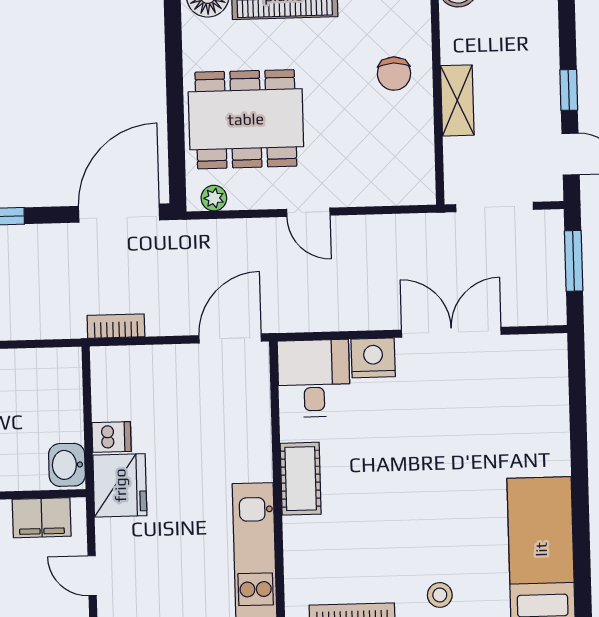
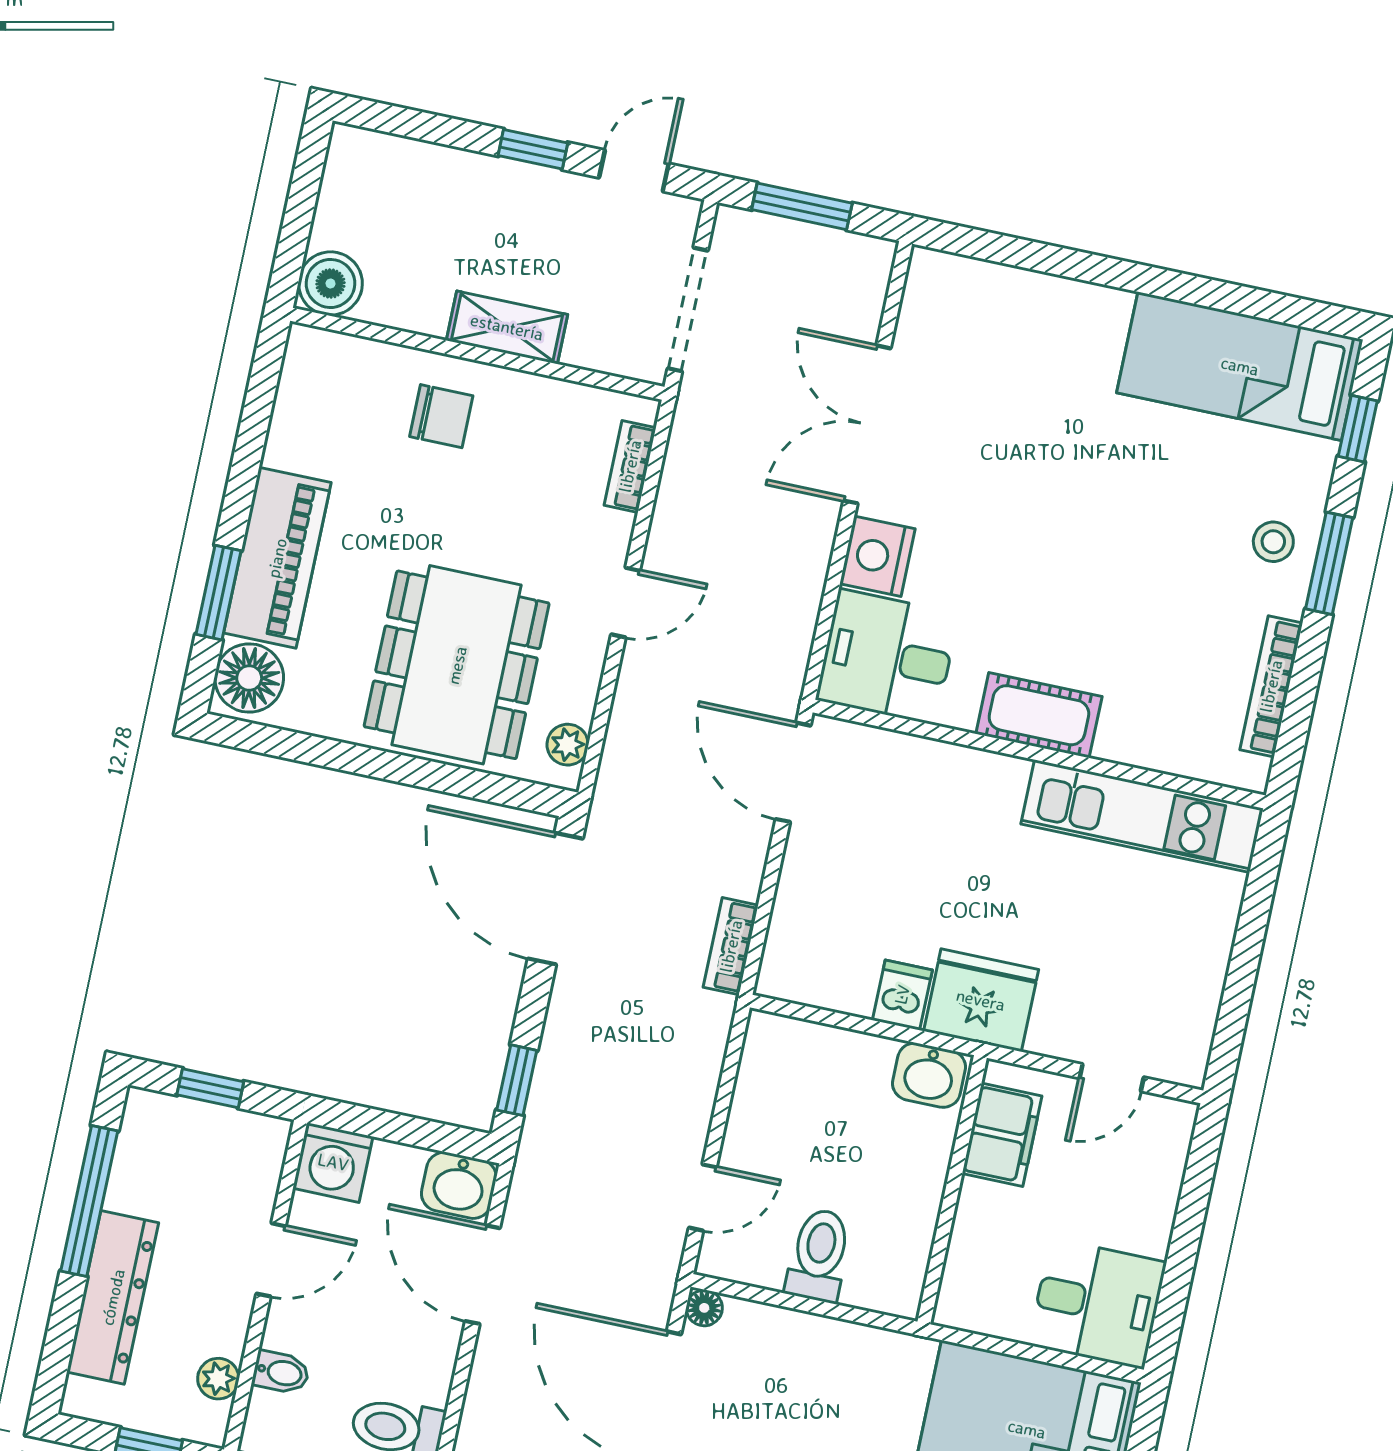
bookcase: (391, 195) -> (630, 466), added

